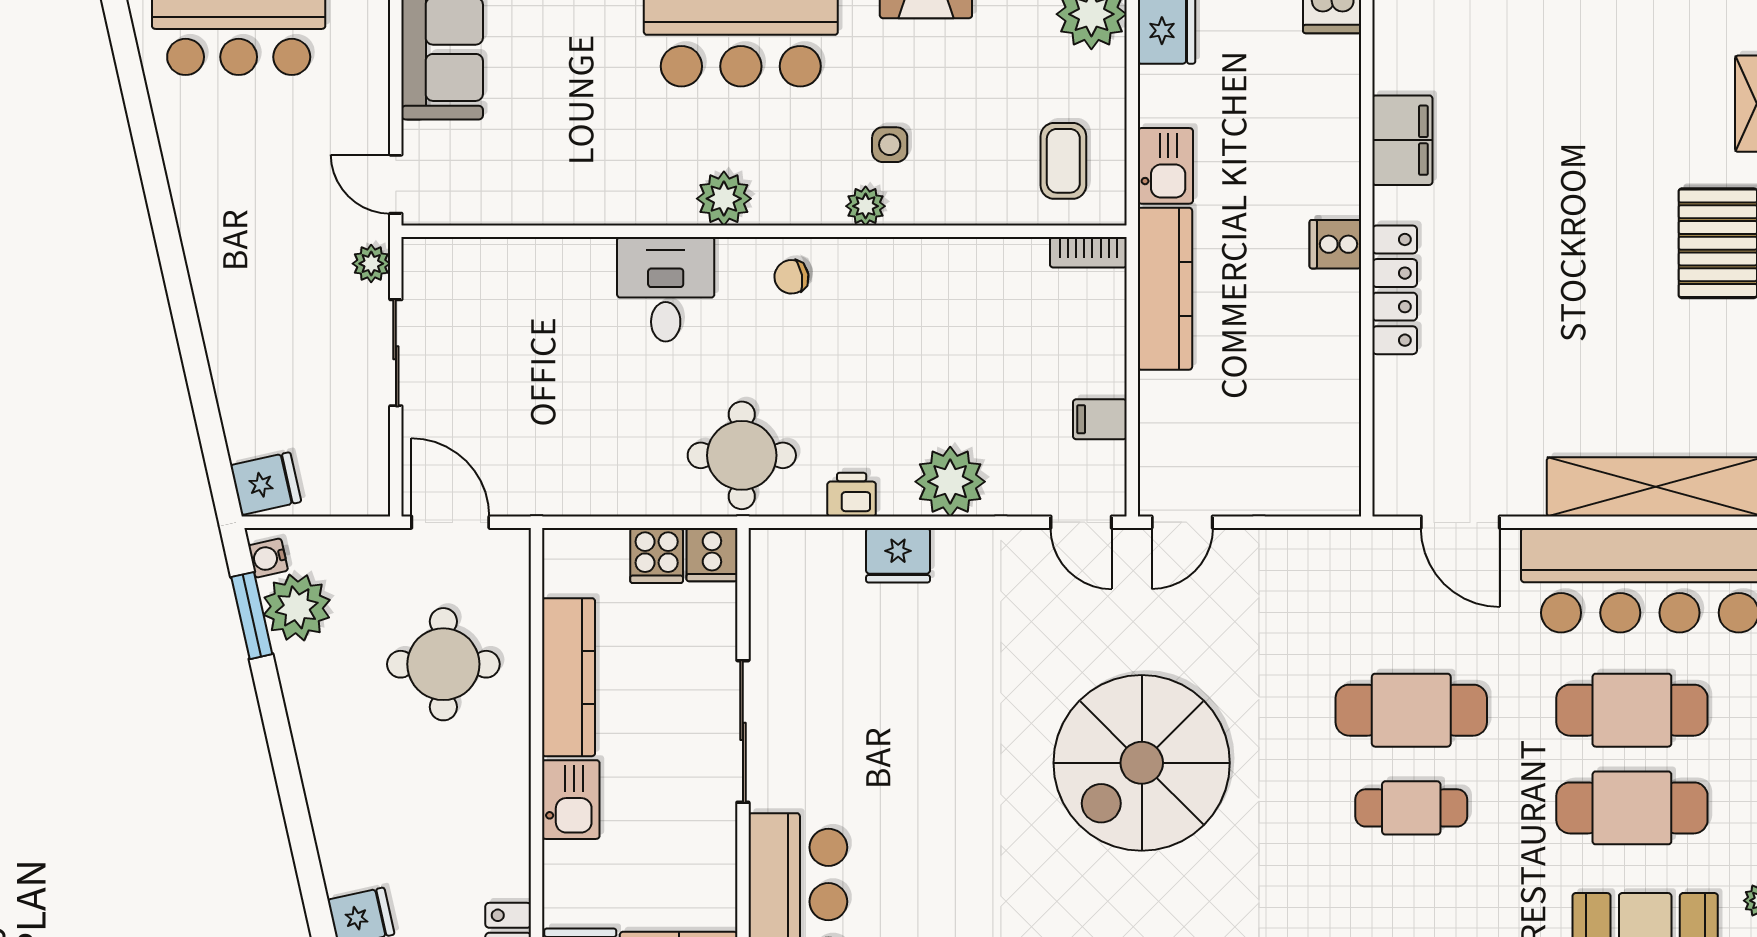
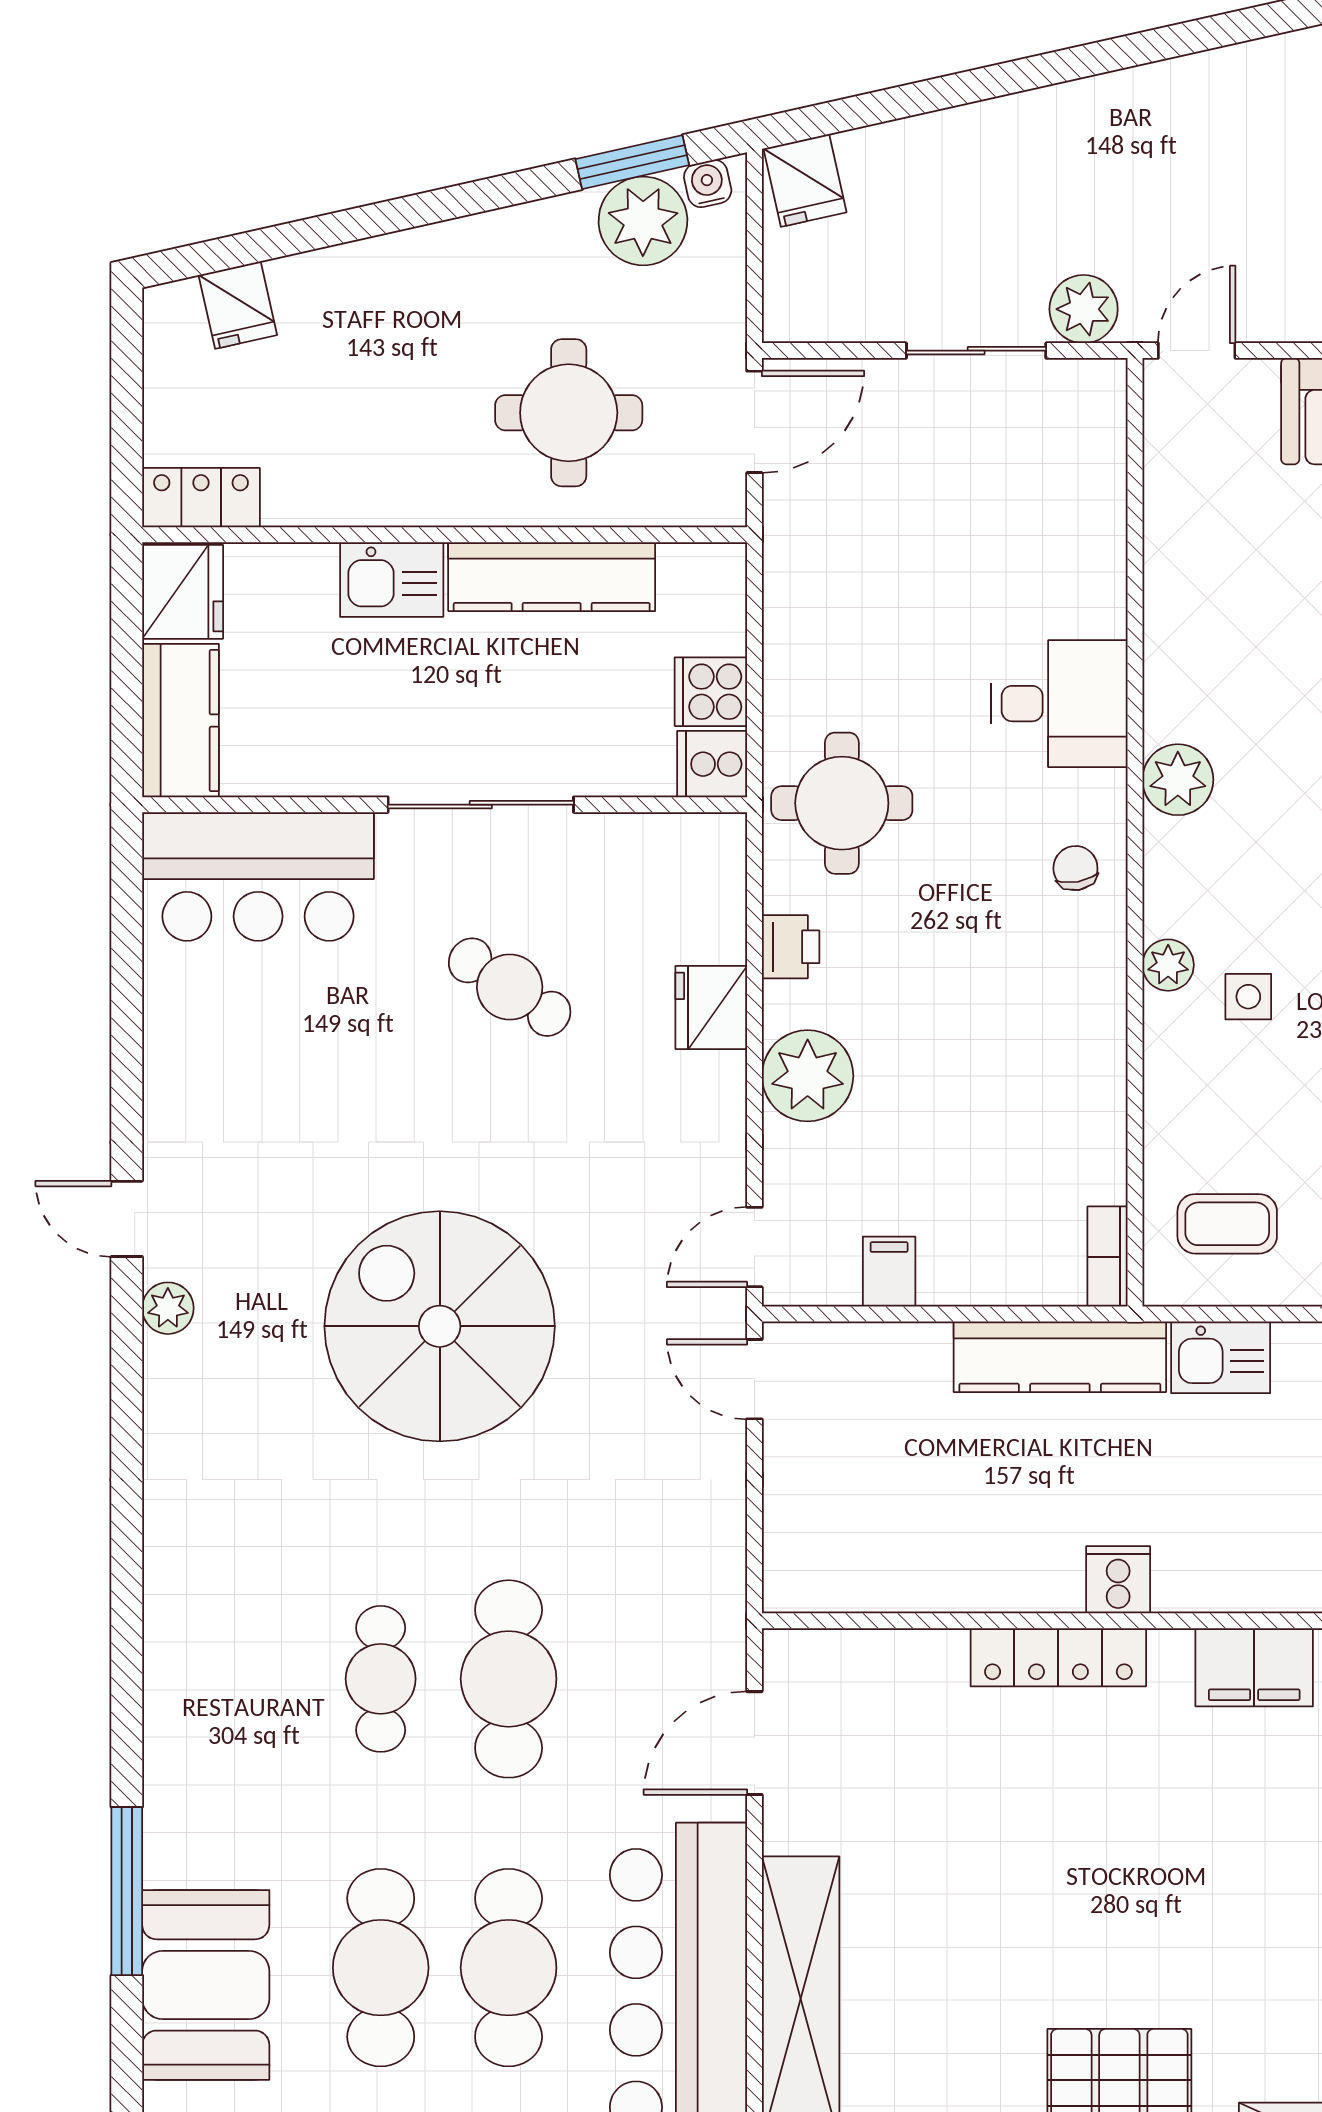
plant: (371, 264) -> (1084, 309), width x1.38, depth x1.38
cafe table: (882, 709) -> (510, 987), added

